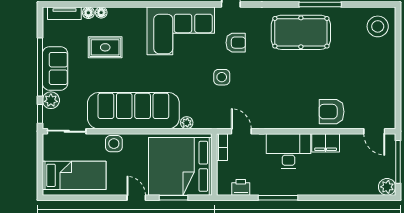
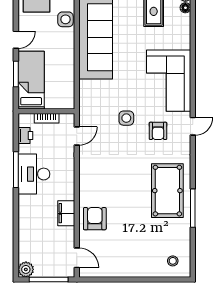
stool: (378, 26) -> (173, 261), width x0.53, depth x0.53
plant: (187, 123) -> (85, 86), removed
door: (374, 131) -> (77, 258), swing flipped
bookcase: (222, 147) -> (47, 118), moved
desk: (288, 151) -> (34, 174), moved, turned 180
bed: (180, 166) -> (31, 80), width x0.49

